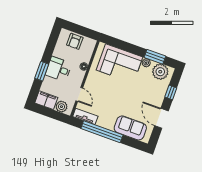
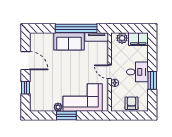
window: (155, 57) -> (66, 116), moved
window: (42, 71) -> (152, 80), moved
plant: (160, 72) -> (42, 104), removed
door: (79, 94) -> (110, 72), moved
sofa: (130, 128) -> (69, 41), moved

